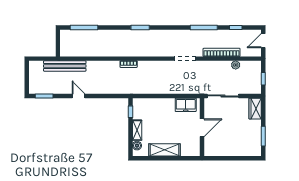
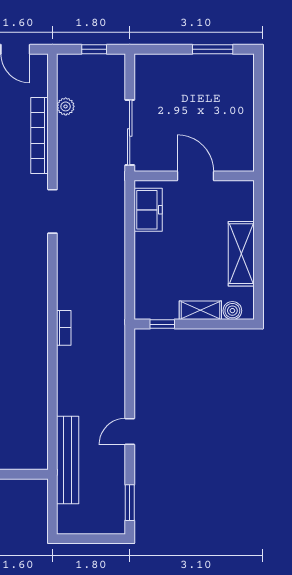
wardrobe: (255, 109) -> (156, 66), removed

